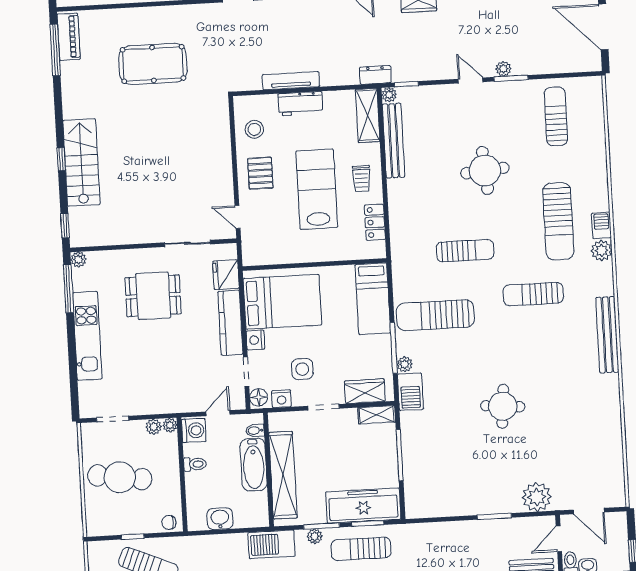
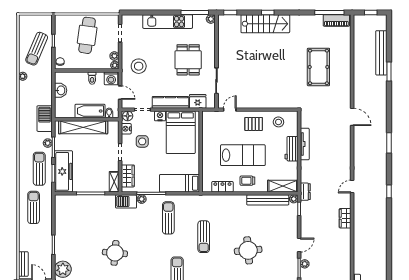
sun lounger: (435, 315) -> (168, 218), width x0.73, depth x0.75
stool: (169, 383) -> (139, 66), added
sun lounger: (430, 555) -> (34, 207), added

